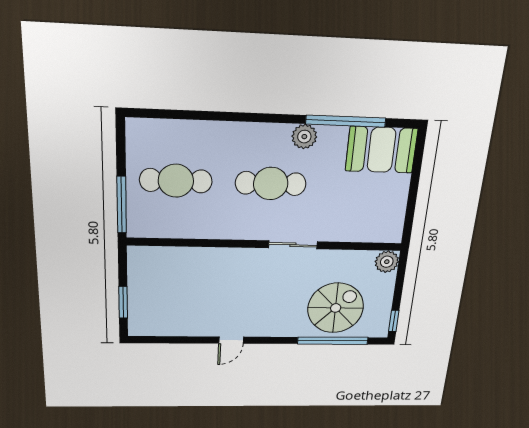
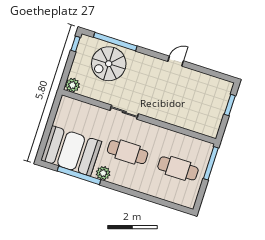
booth: (381, 150) -> (71, 151), width x1.36, depth x1.42

